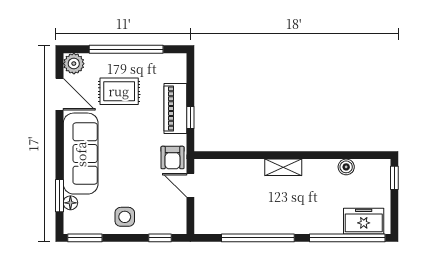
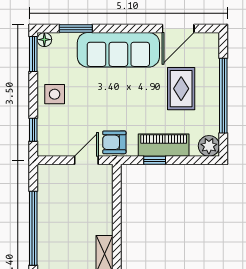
plant: (74, 64) -> (209, 146), moved
floor lamp: (70, 203) -> (44, 40), moved

